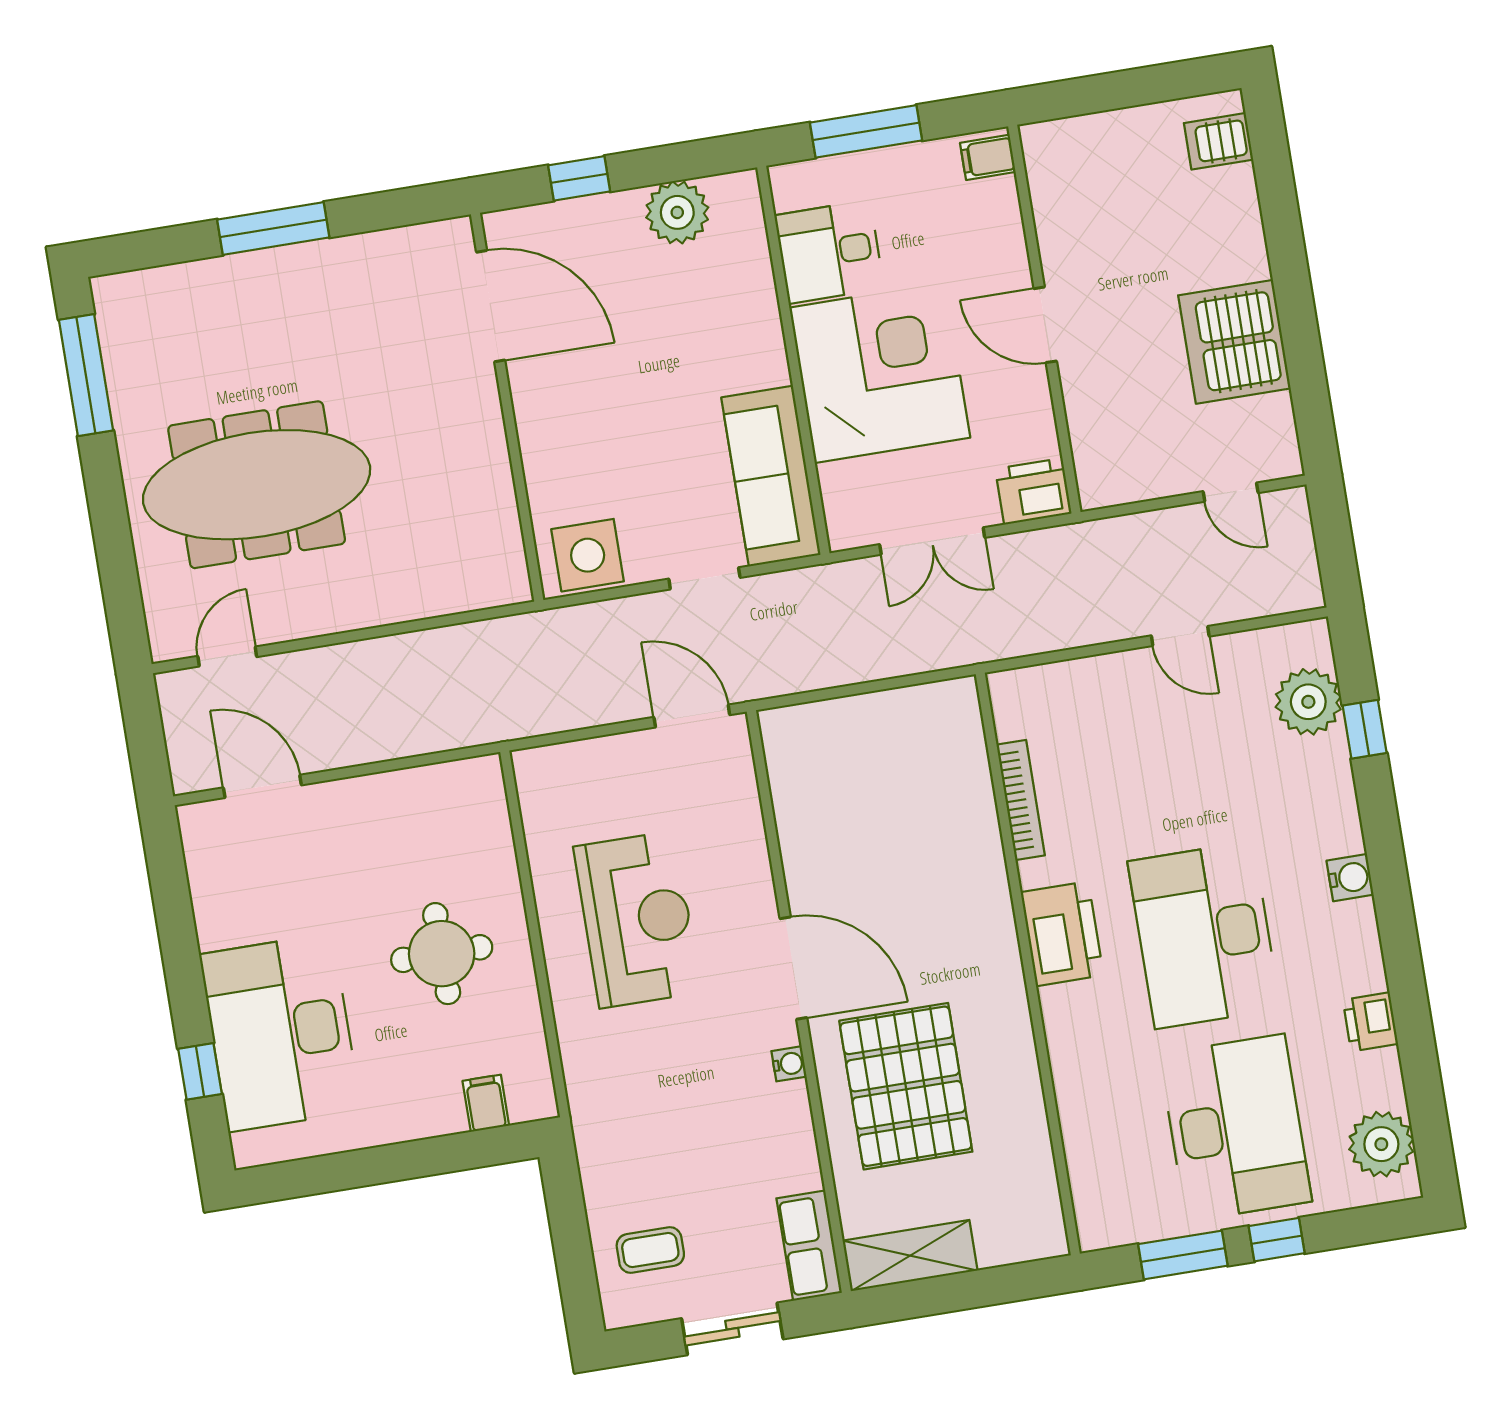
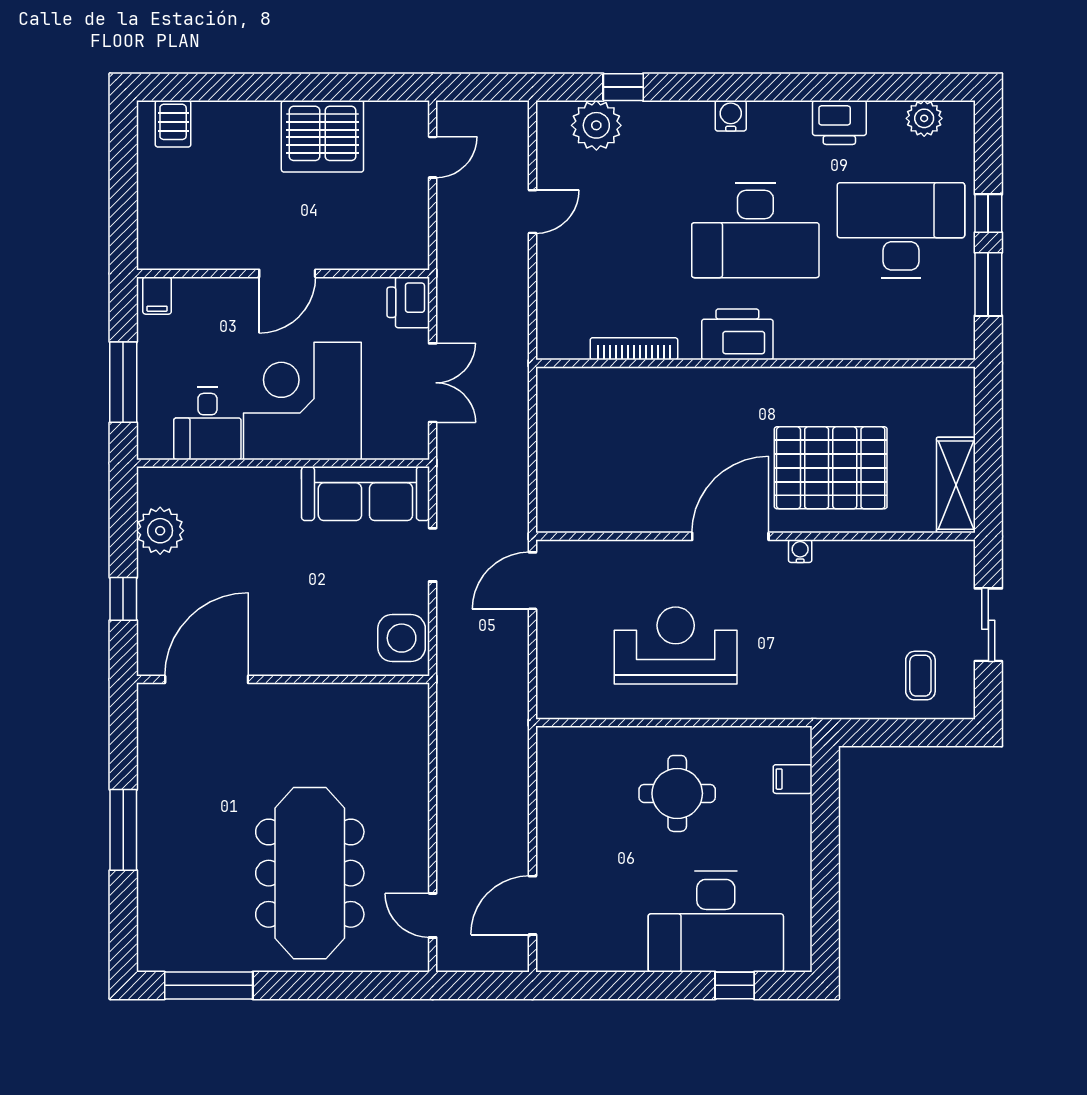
printer: (1370, 1022) -> (839, 122), width x1.36, depth x1.24
plant: (1381, 1144) -> (924, 118), width x0.73, depth x0.73
row of seats: (809, 1246) -> (936, 558), removed

